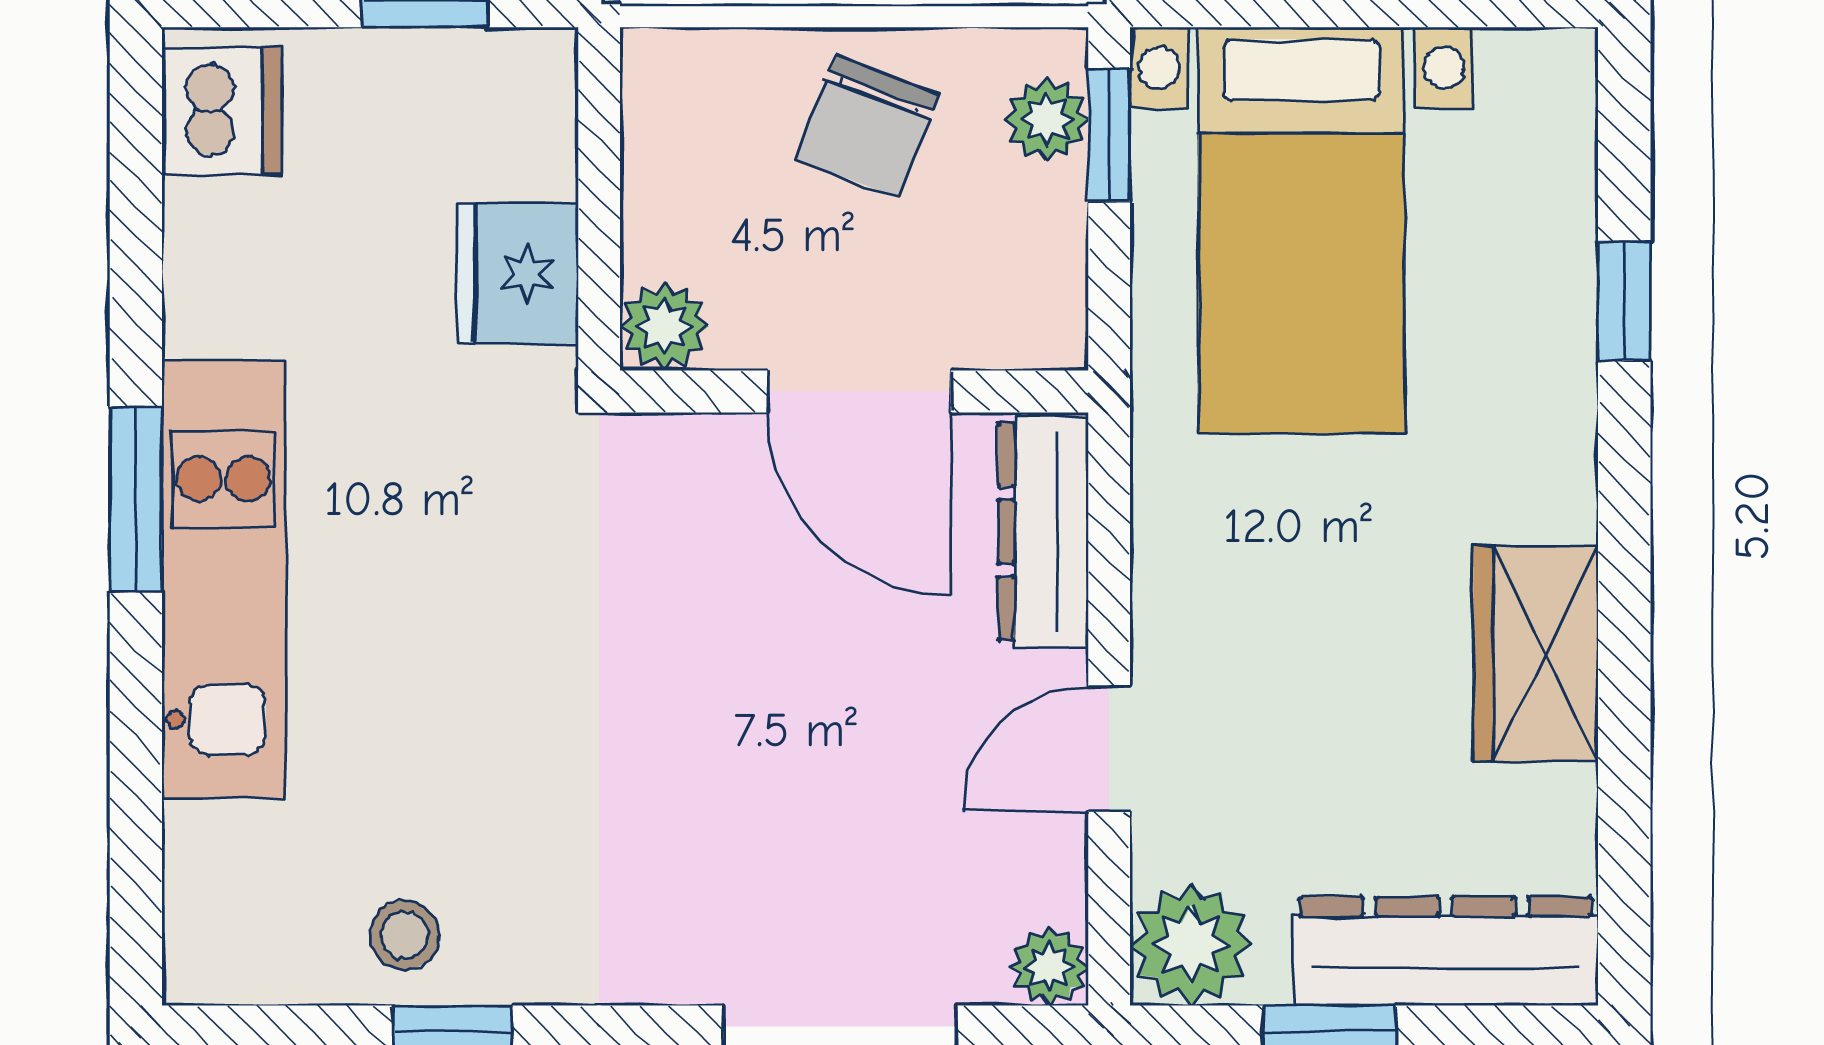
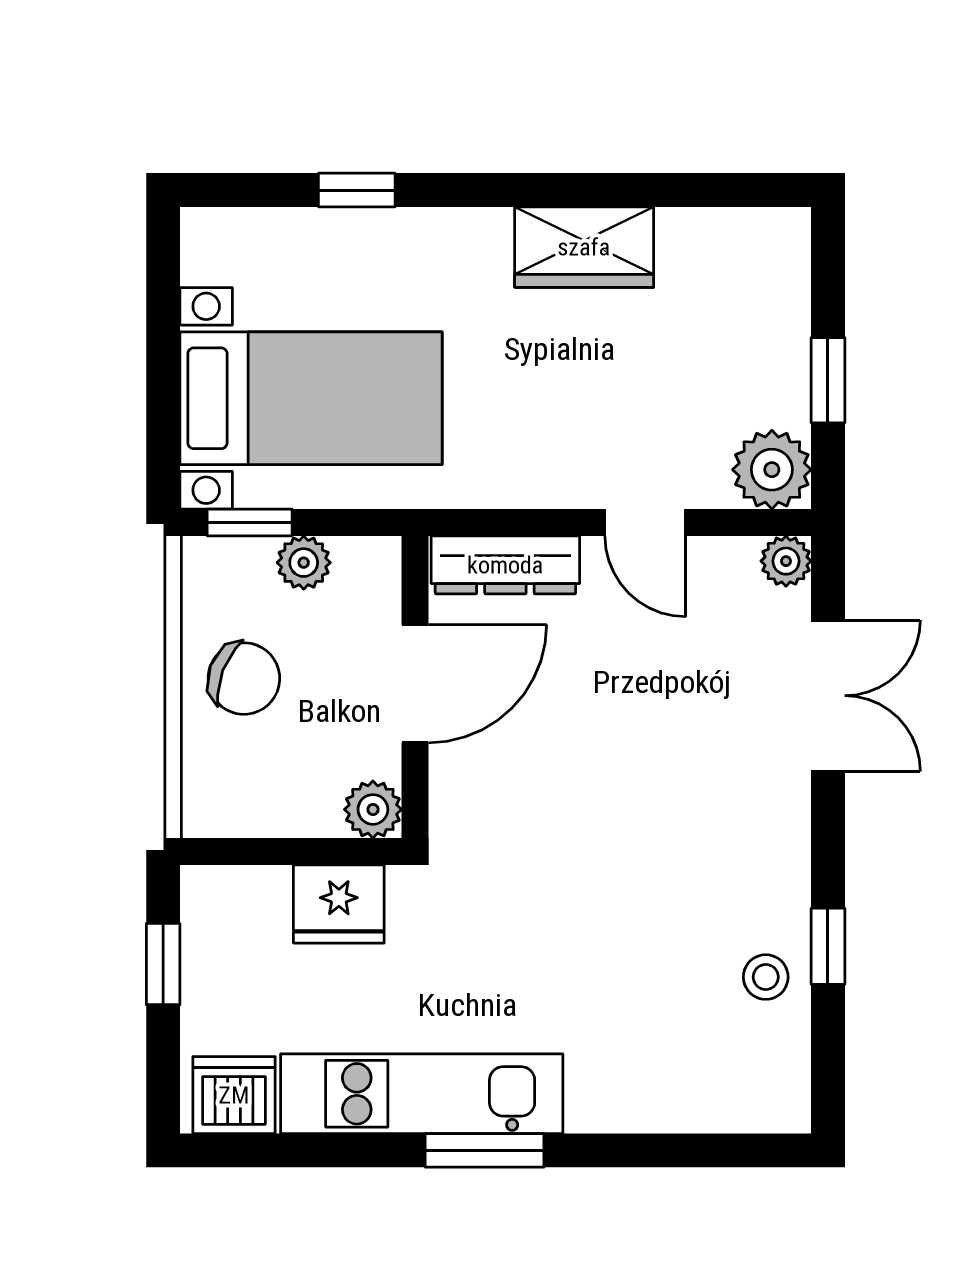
plant: (1047, 119) -> (304, 563), moved
kitchen unit: (224, 579) -> (422, 1094), moved
dresser: (1446, 951) -> (776, 305), removed

